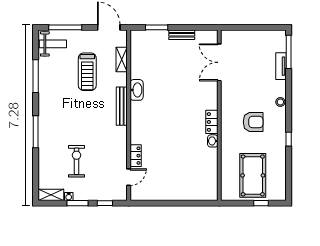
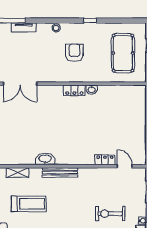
pool table: (253, 175) -> (123, 53), turned 90

